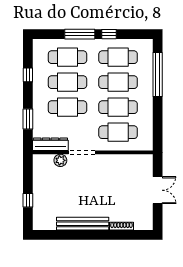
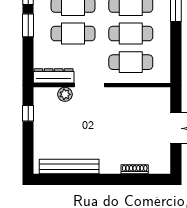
window: (28, 119) -> (28, 25), moved
window: (28, 200) -> (28, 113), moved
bench: (83, 224) -> (69, 167), moved

